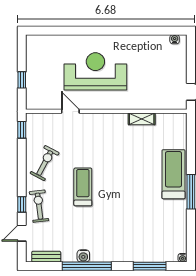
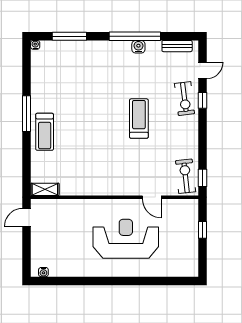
reception desk: (95, 71) -> (126, 239), turned 180
shelving: (142, 119) -> (45, 189), moved
exercise bike: (45, 163) -> (185, 176), moved, turned 146
treadmill: (173, 174) -> (45, 132), width x0.73, depth x0.73
treadmill: (83, 187) -> (139, 119), turned 180

